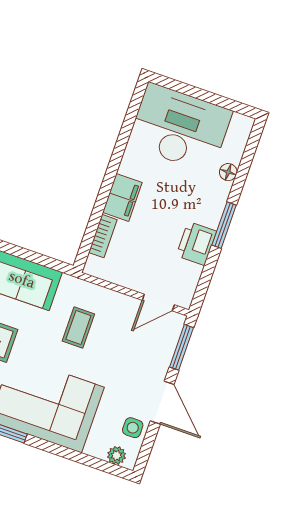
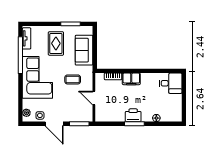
desk: (180, 128) -> (171, 83), width x0.53, depth x0.77
printer: (196, 244) -> (133, 115), moved
door: (158, 303) -> (94, 98), moved
door: (162, 403) -> (54, 124), hinge flipped

